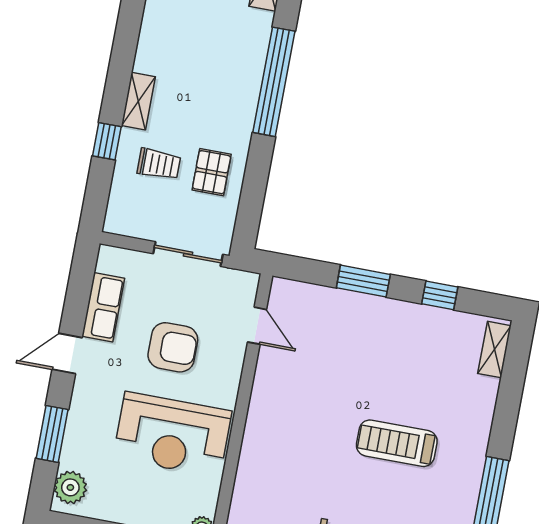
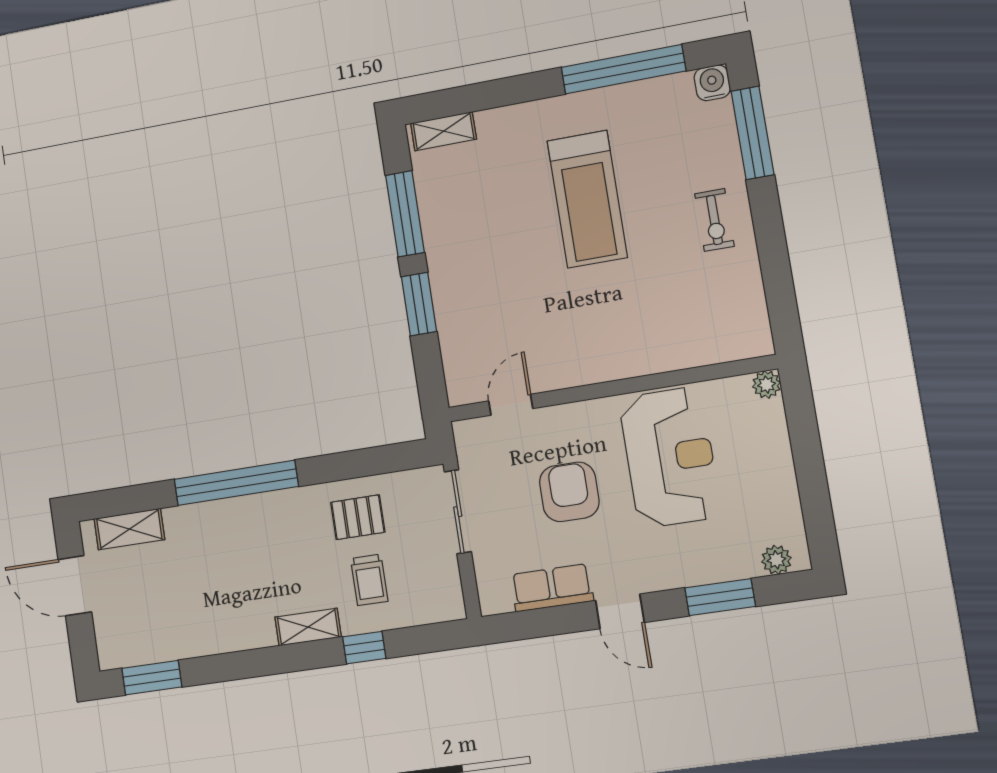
trolley: (159, 164) -> (369, 580), turned 180
window: (440, 295) -> (405, 214), width x2.17
treadmill: (397, 443) -> (587, 199), width x1.37, depth x1.38
plant: (70, 487) -> (776, 560), width x0.73, depth x0.73

